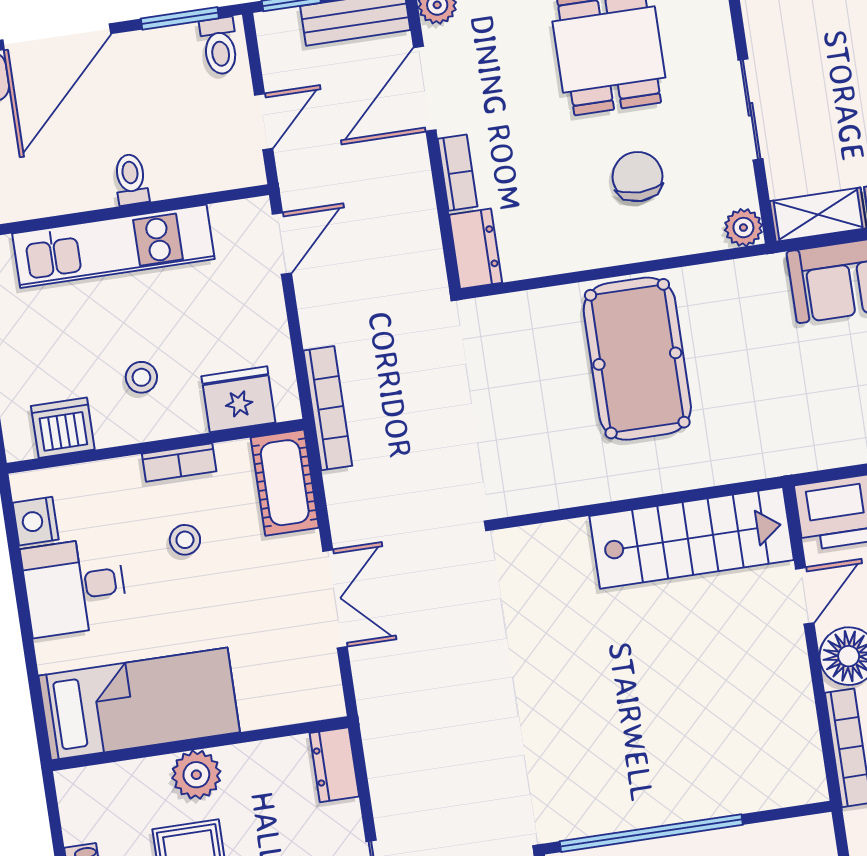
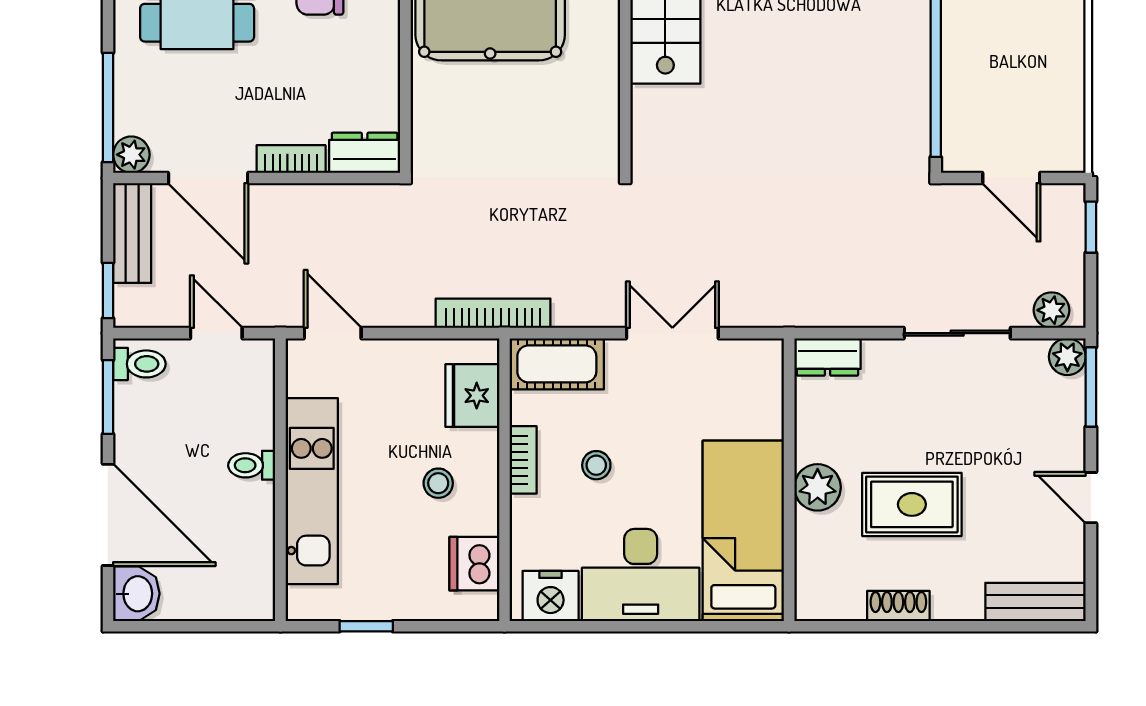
nightstand: (36, 521) -> (551, 596), width x1.36, depth x1.33
desk: (75, 587) -> (641, 575), width x1.37

